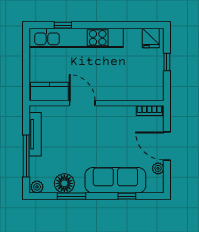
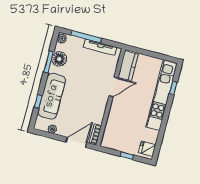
door: (167, 146) -> (76, 142), moved

